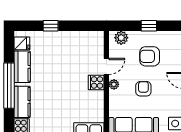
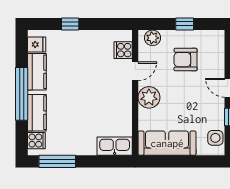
cooker: (96, 82) -> (123, 50), moved
plant: (114, 84) -> (149, 97), width x1.88, depth x1.88
armchair: (143, 89) -> (178, 97), removed

